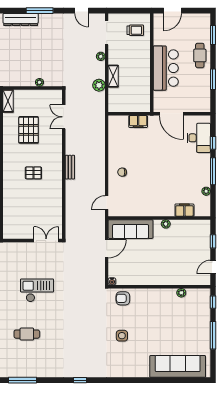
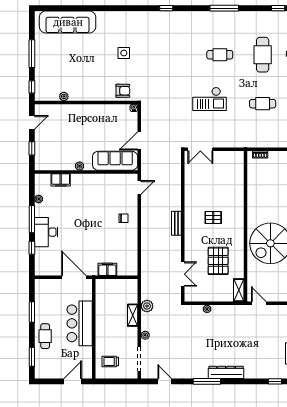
desk: (199, 138) -> (46, 232), moved

